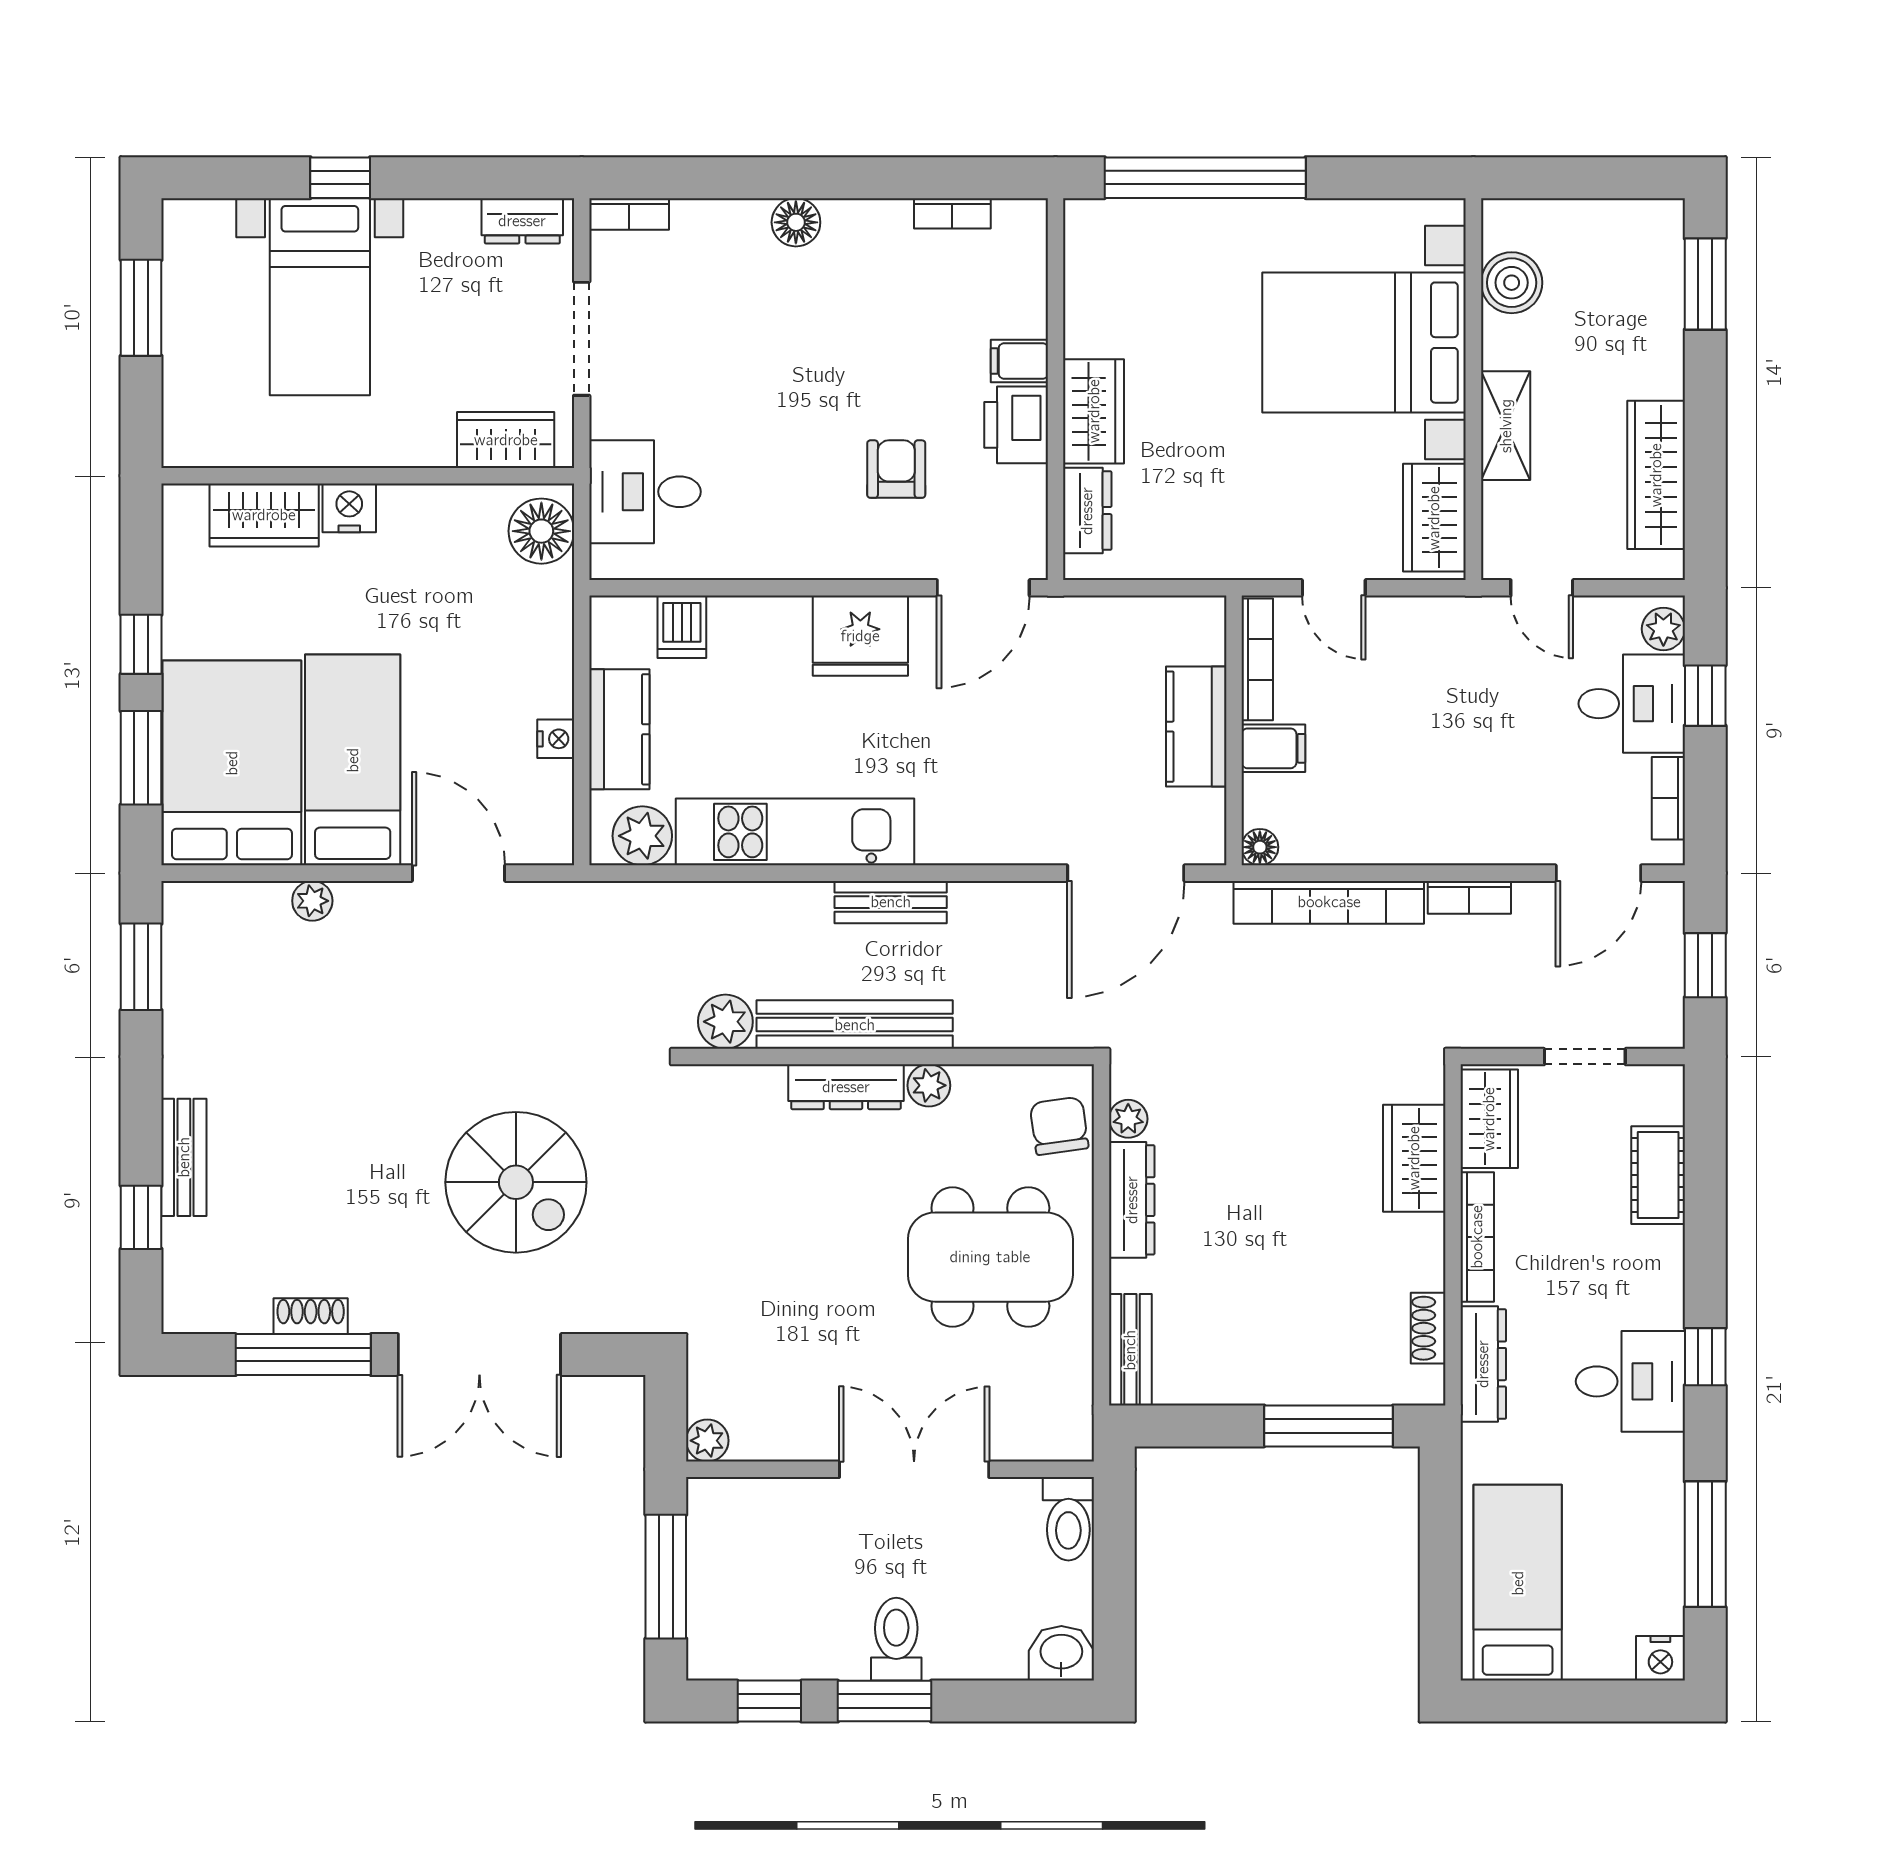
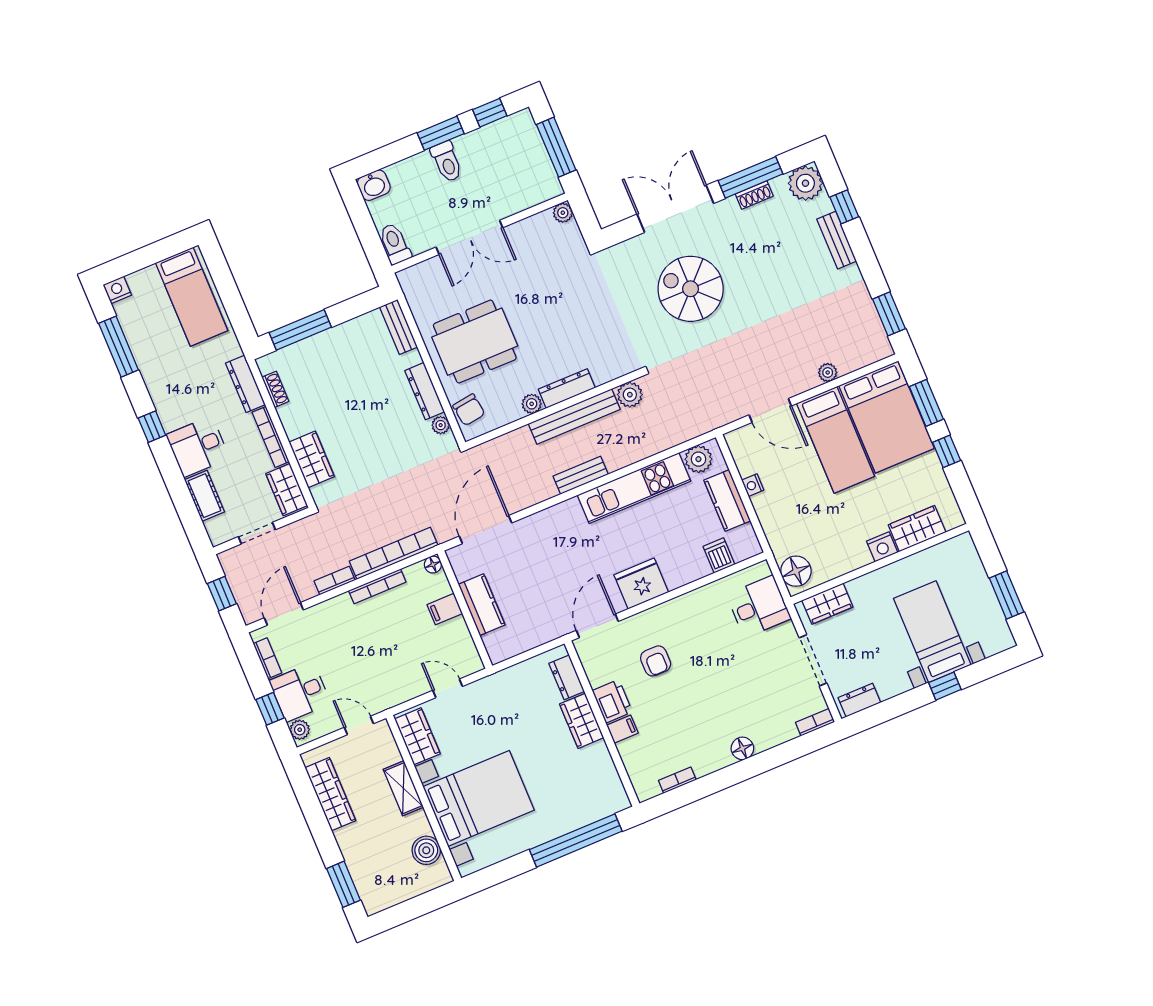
bookcase: (1257, 659) -> (377, 586), moved, turned -90
plant: (199, 1297) -> (805, 183), added
desk: (1630, 1381) -> (198, 447), moved

